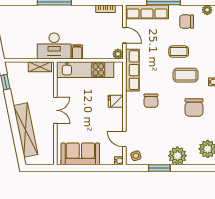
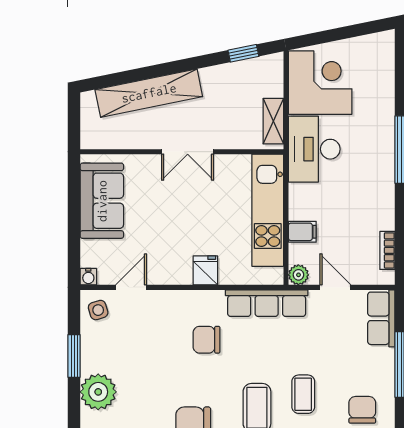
row of seats: (147, 12) -> (381, 318), width x0.68
door: (124, 35) -> (335, 287), swing flipped
corner desk: (20, 43) -> (320, 83), added
filing cabinet: (77, 52) -> (302, 232), moved

